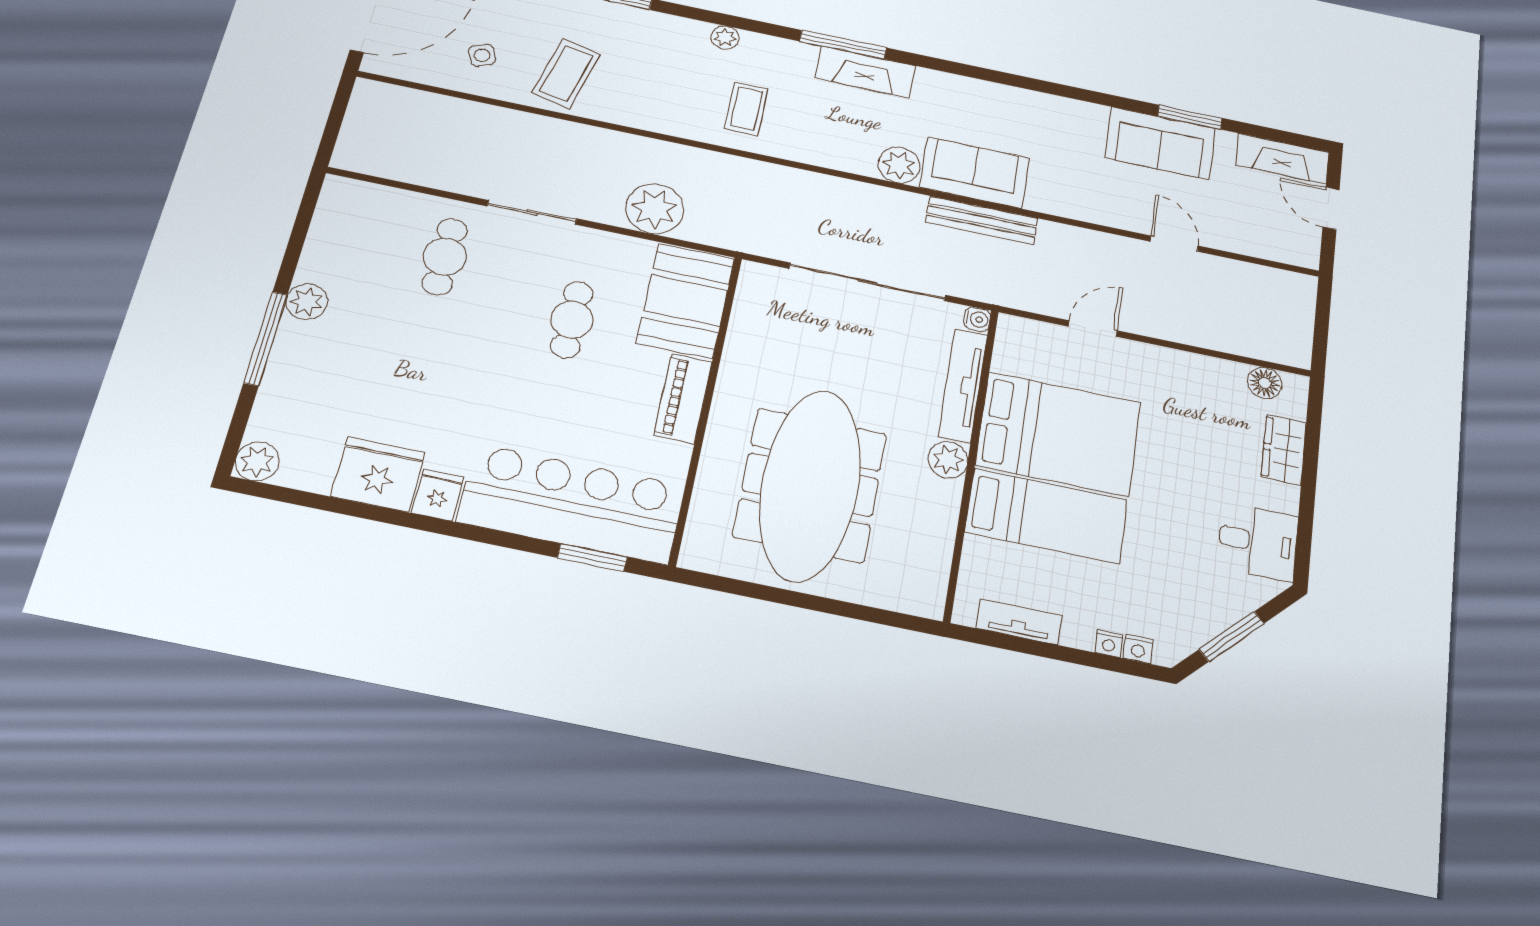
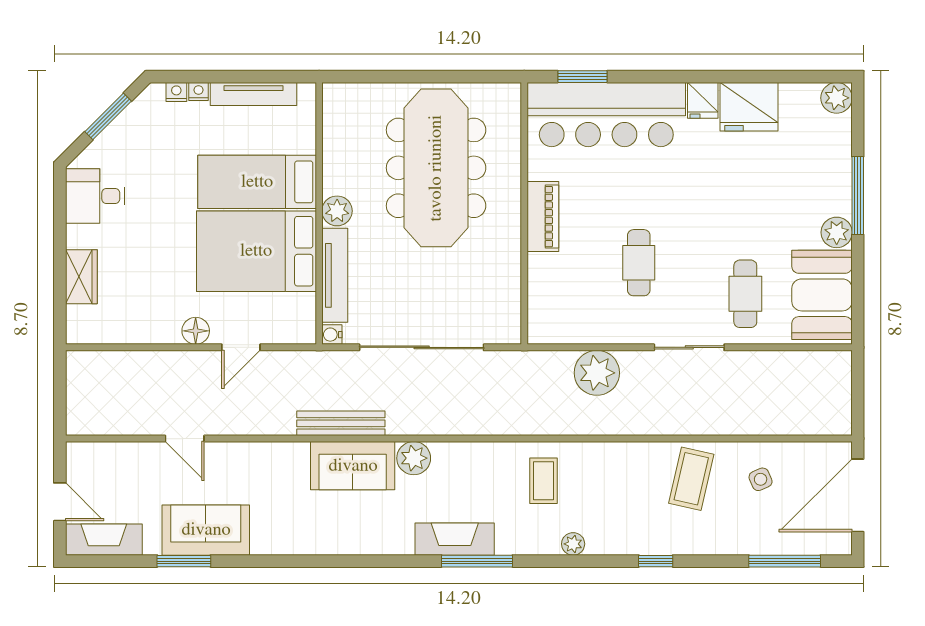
booth: (686, 300) -> (822, 295), moved
floor lamp: (1265, 383) -> (196, 331), moved
tv unit: (1019, 622) -> (254, 94), width x1.41

